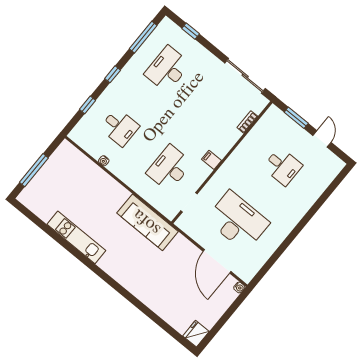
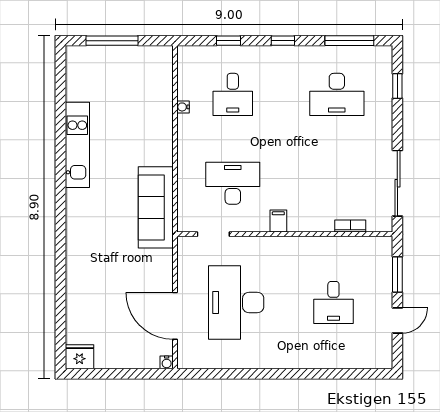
desk: (167, 69) -> (337, 94), turned 180
desk: (238, 221) -> (236, 302), turned 180
door: (217, 261) -> (175, 316), hinge flipped

